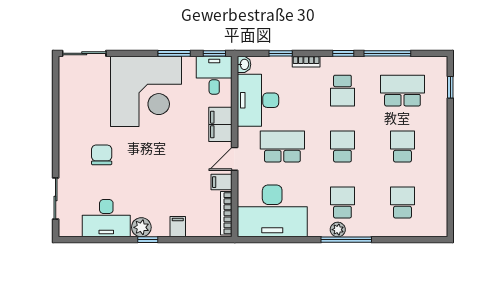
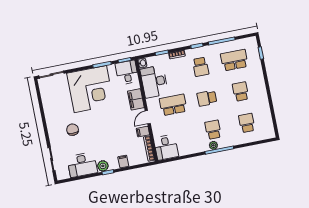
school desk: (342, 147) -> (207, 98), turned -90
desk: (272, 211) -> (166, 147), width x0.53, depth x0.77

